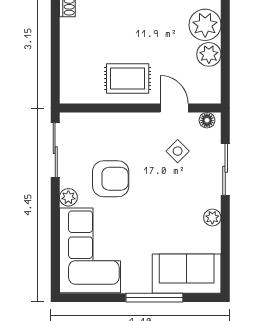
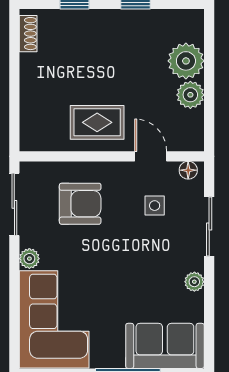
side table: (178, 151) -> (155, 206), turned 45
armchair: (111, 179) -> (80, 204), moved

